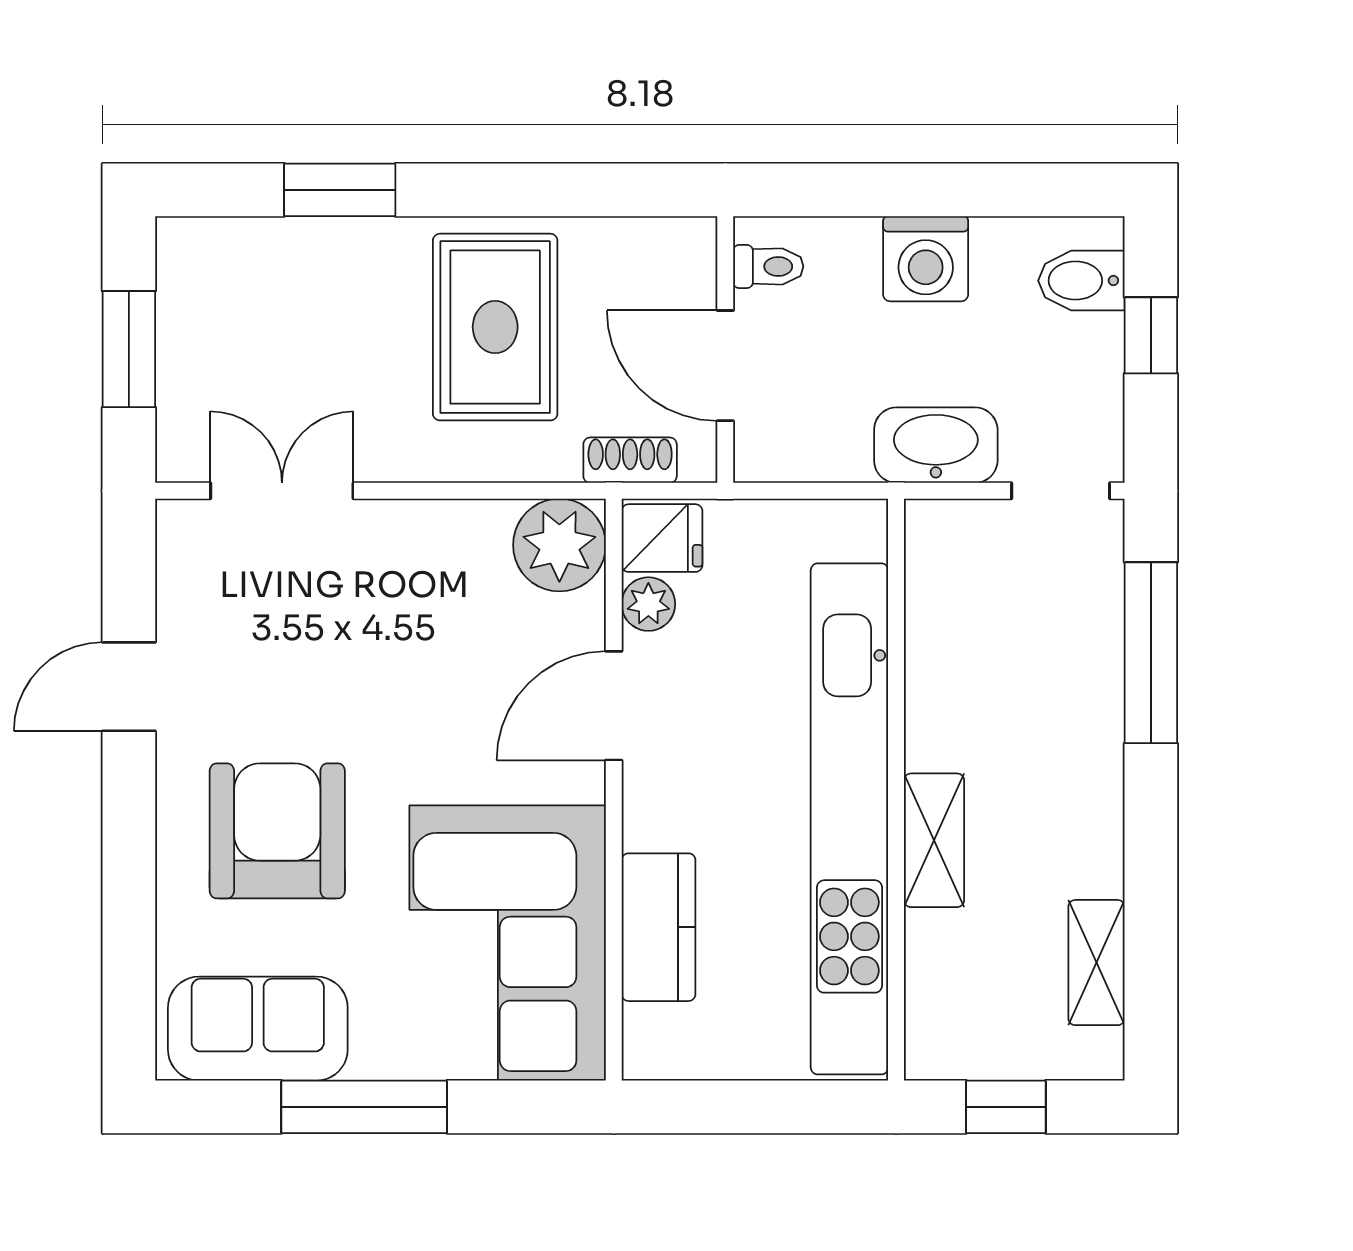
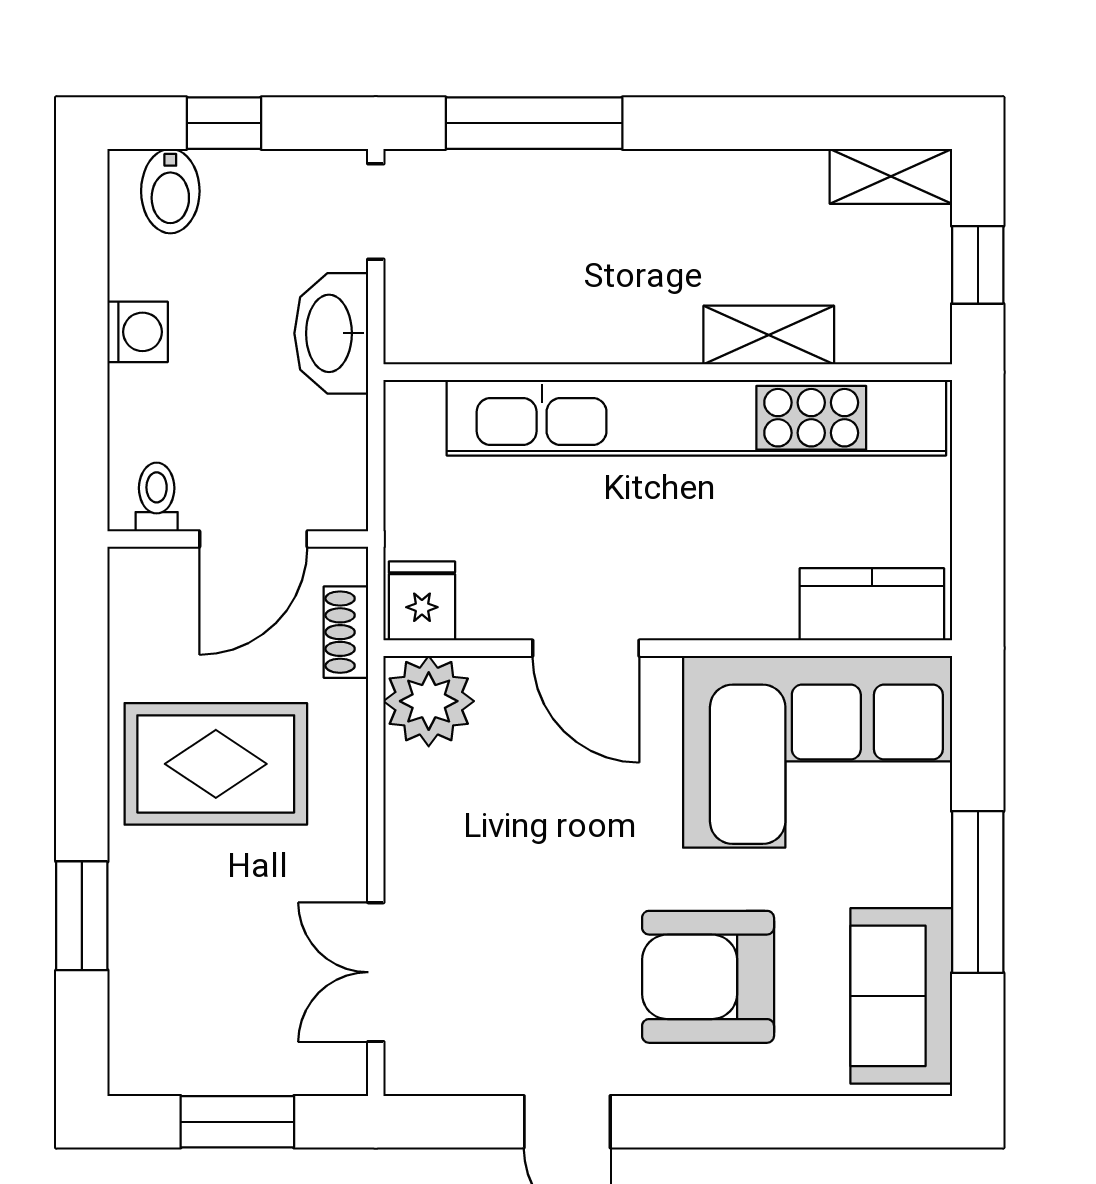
washing machine: (926, 259) -> (138, 332), width x0.73, depth x0.73
plant: (648, 604) -> (486, 614), removed
shelving: (934, 840) -> (769, 335), moved
kitchen counter: (658, 927) -> (872, 604), moved
shelving: (1096, 963) -> (891, 176), moved

